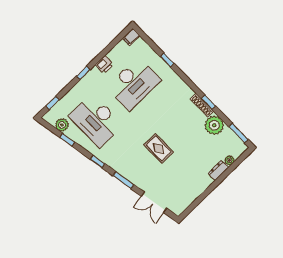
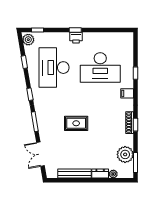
filing cabinet: (131, 37) -> (127, 93), moved
printer: (104, 65) -> (76, 38), moved
plant: (62, 125) -> (28, 40), moved
plant: (214, 125) -> (125, 154), moved
rug: (159, 148) -> (76, 123), turned 90
bench: (197, 191) -> (74, 173), added

